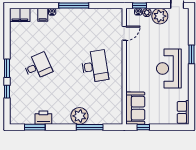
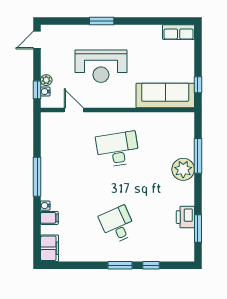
plant: (160, 16) -> (51, 63), removed
reception desk: (169, 69) -> (101, 66), moved
sofa: (135, 108) -> (165, 95), width x1.36

